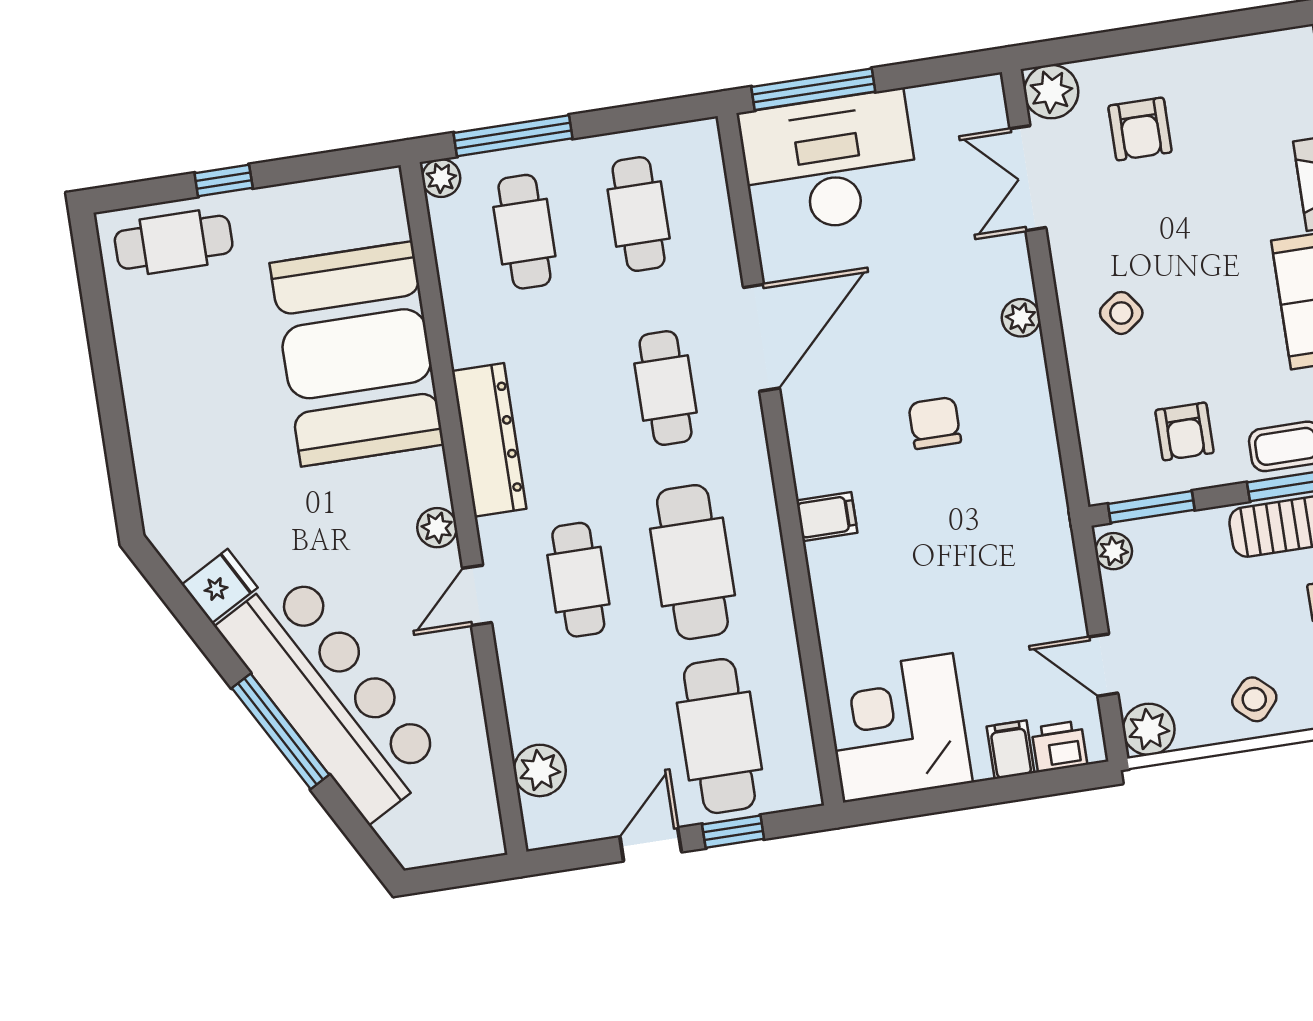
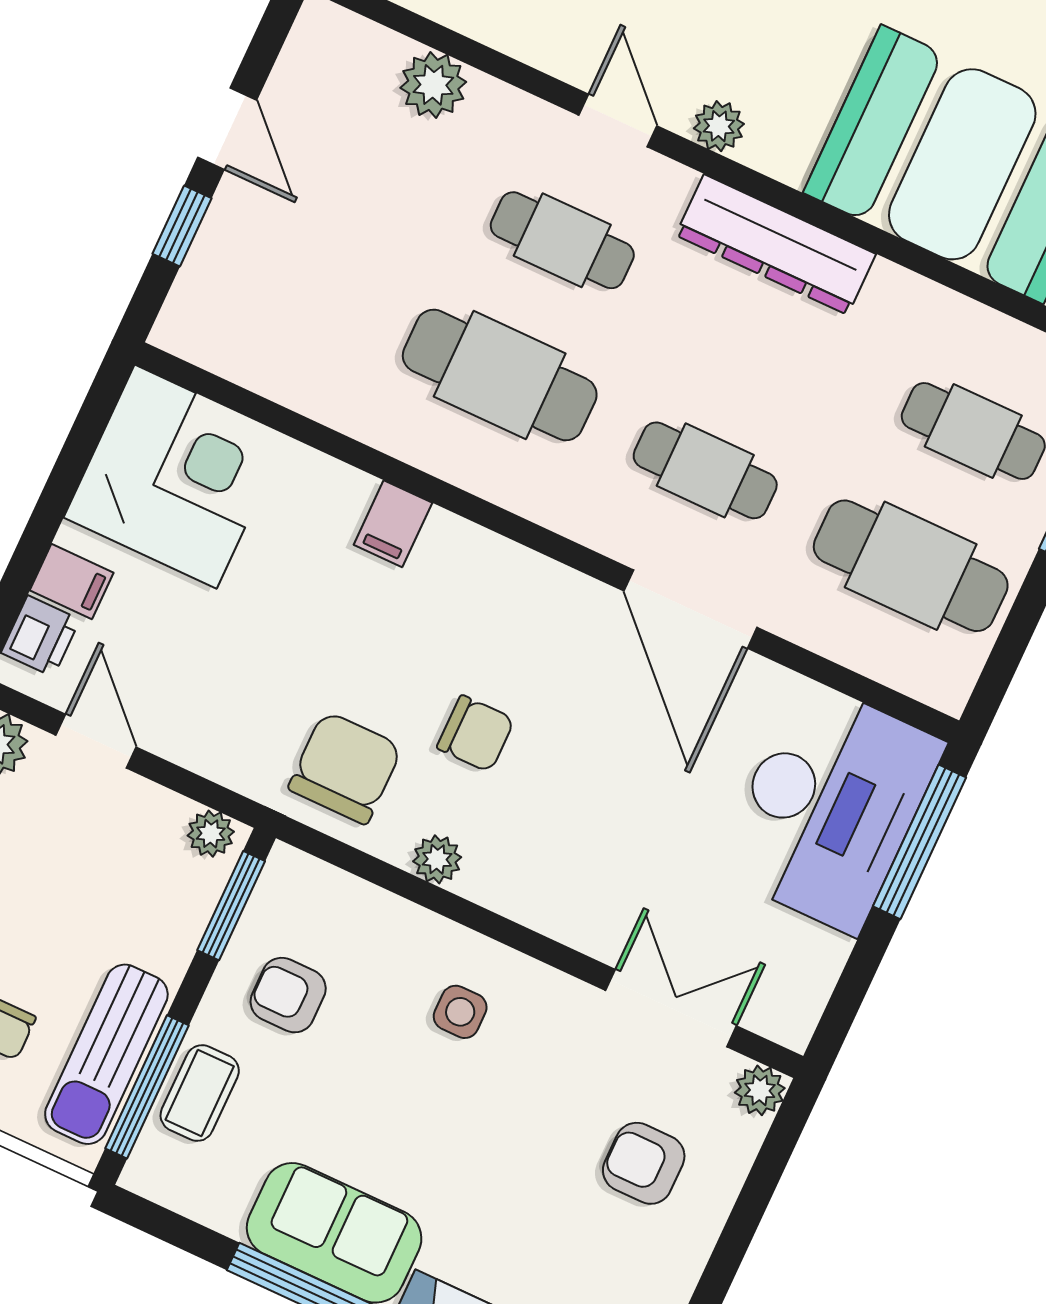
plant: (1051, 92) -> (760, 1090), width x0.73, depth x0.73
cafe table: (639, 214) -> (911, 566), width x1.37, depth x1.35
side table: (1121, 313) -> (460, 1012), turned 36
plant: (1021, 318) -> (437, 859), moved
chair: (1013, 493) -> (345, 768), added
filing cabinet: (827, 517) -> (393, 524), moved
door: (1103, 665) -> (96, 741), hinge flipped
cafe table: (719, 736) -> (294, 280), removed
plant: (540, 770) -> (433, 85), moved

